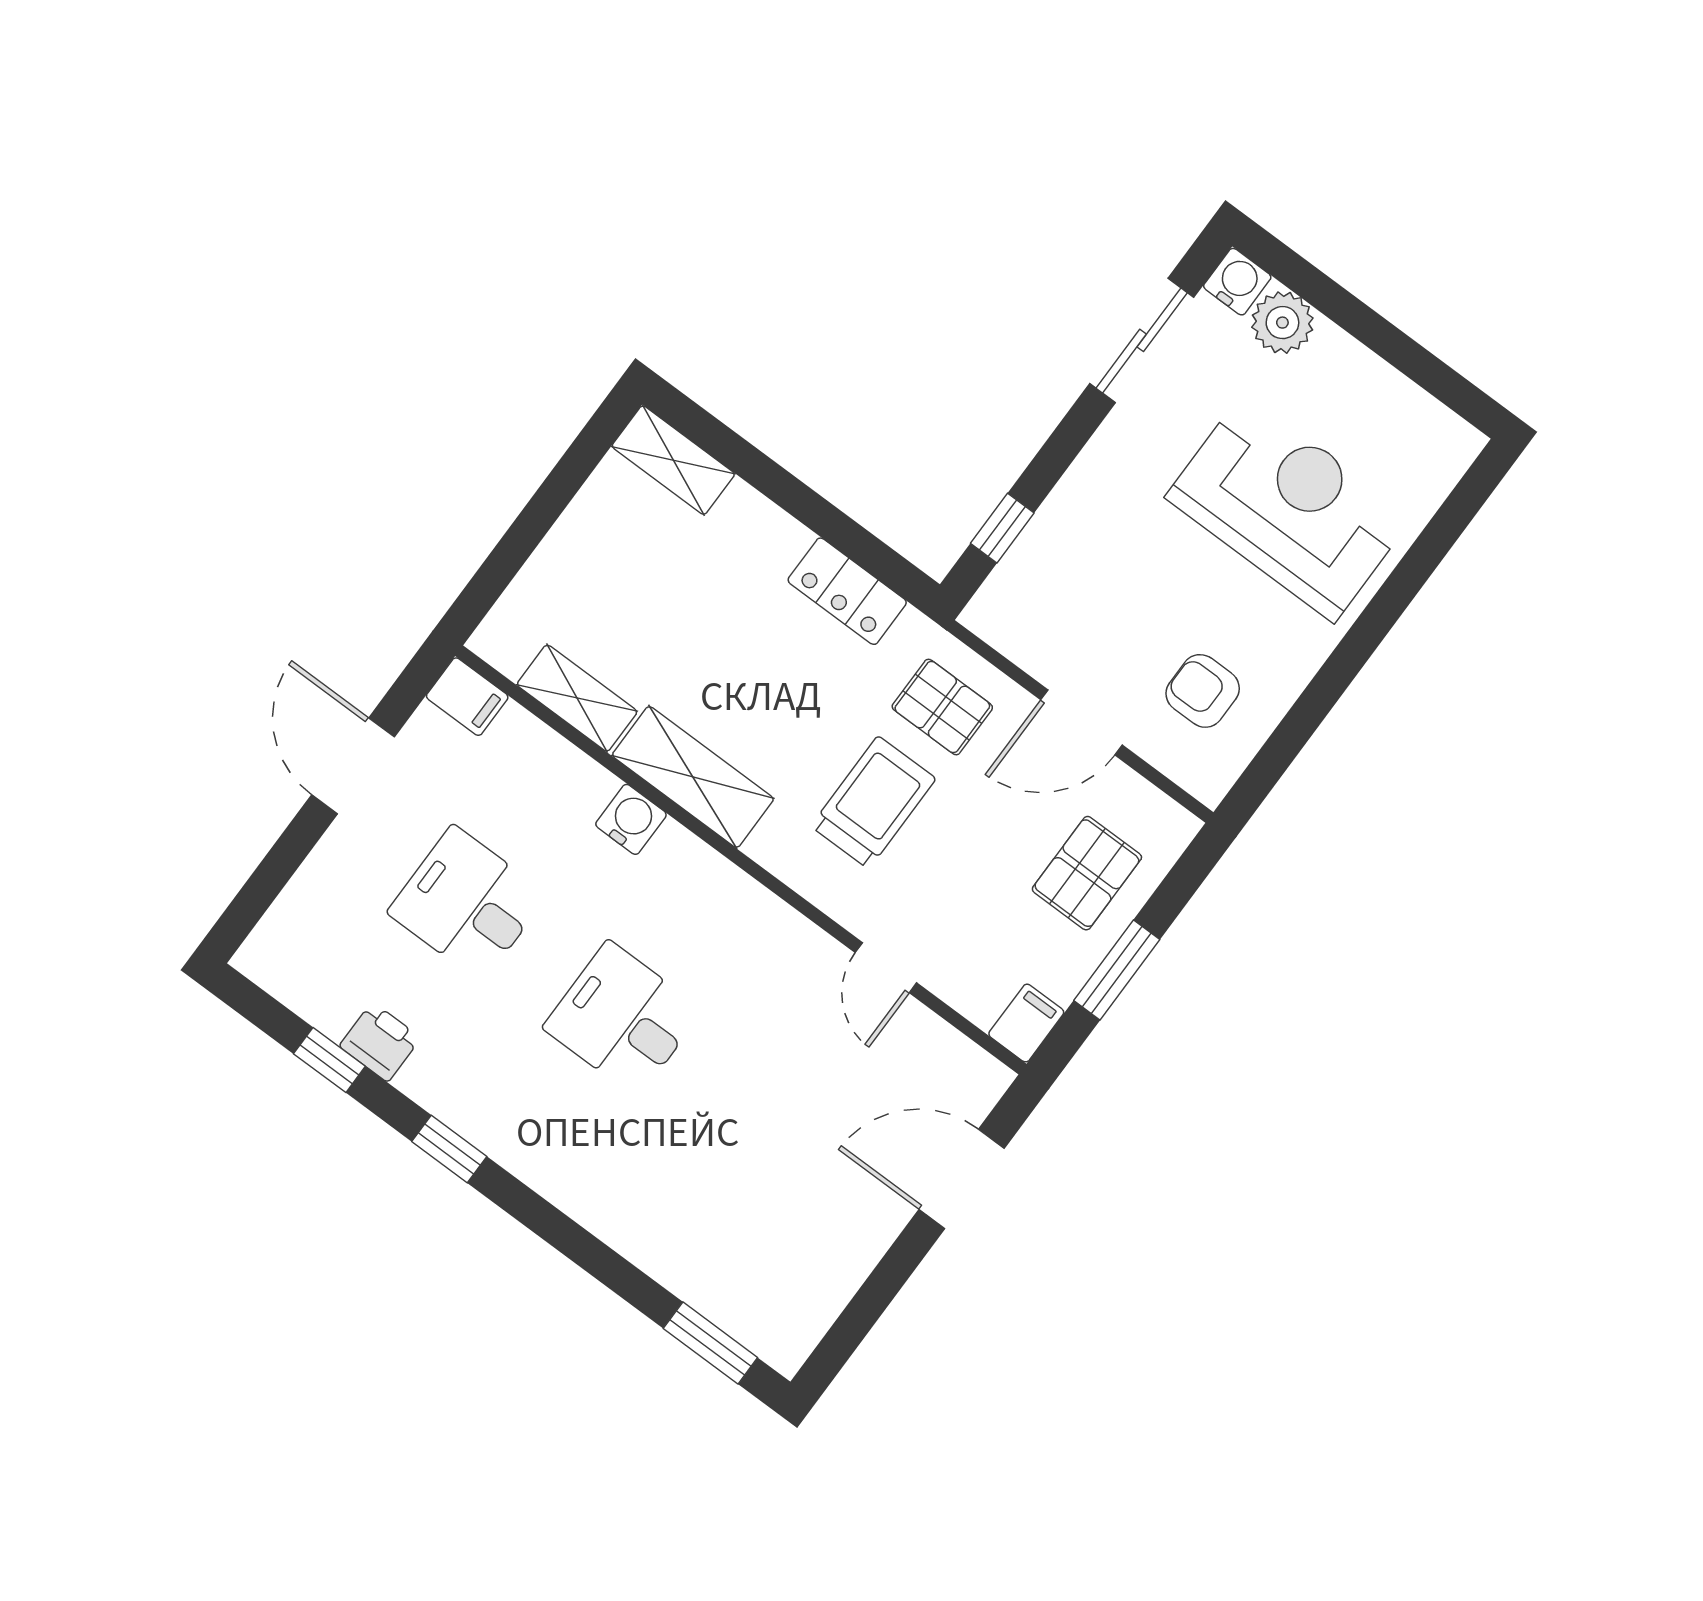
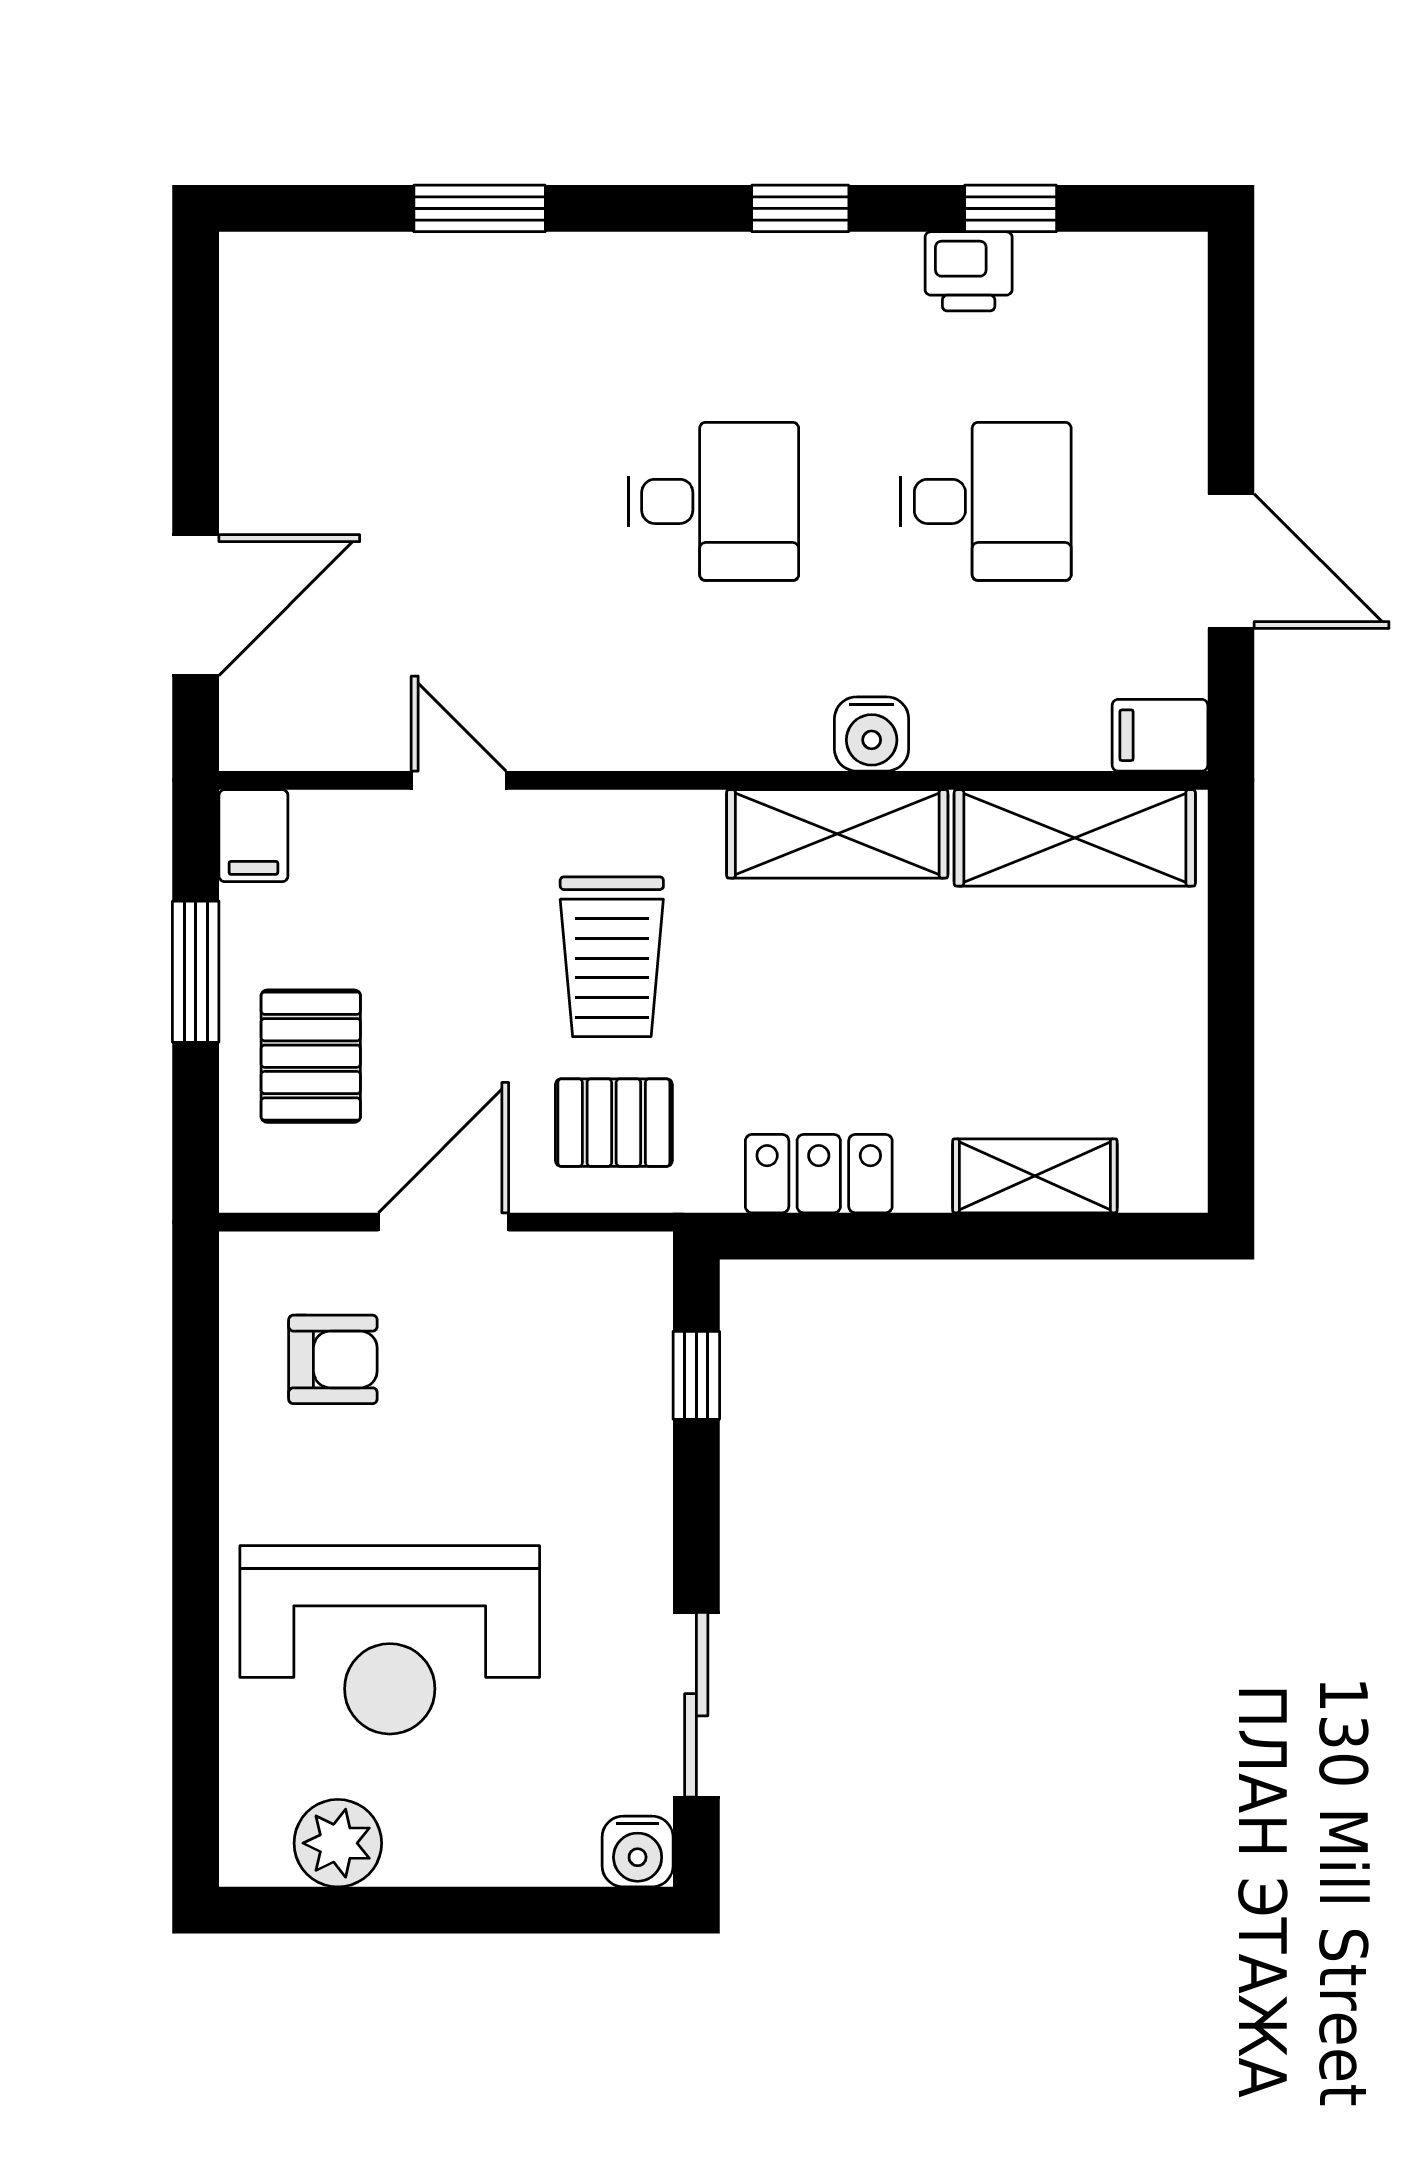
plant: (1282, 323) -> (338, 1843), moved
shelving: (673, 460) -> (1035, 1176), moved
shelving: (577, 698) -> (1075, 838), width x1.50, depth x1.33
window: (710, 1343) -> (480, 208), moved

